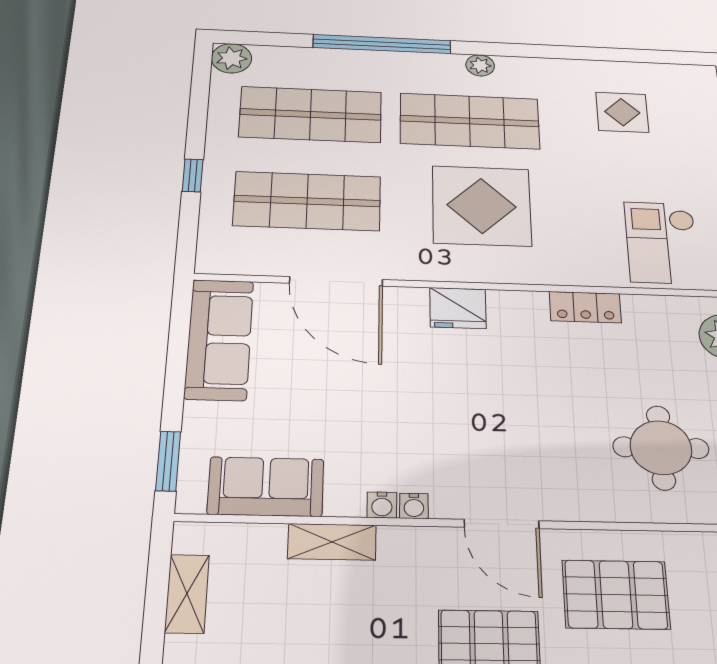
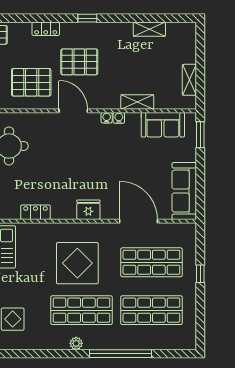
plant: (231, 58) -> (188, 341), removed

